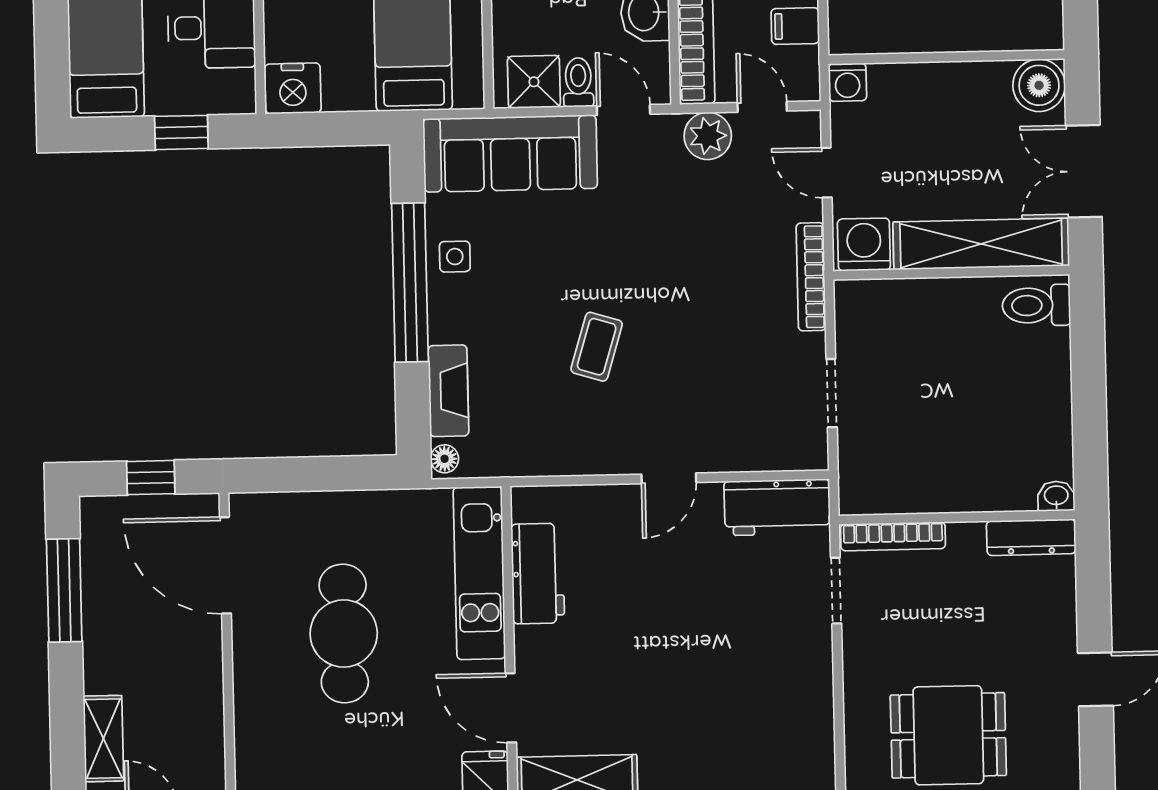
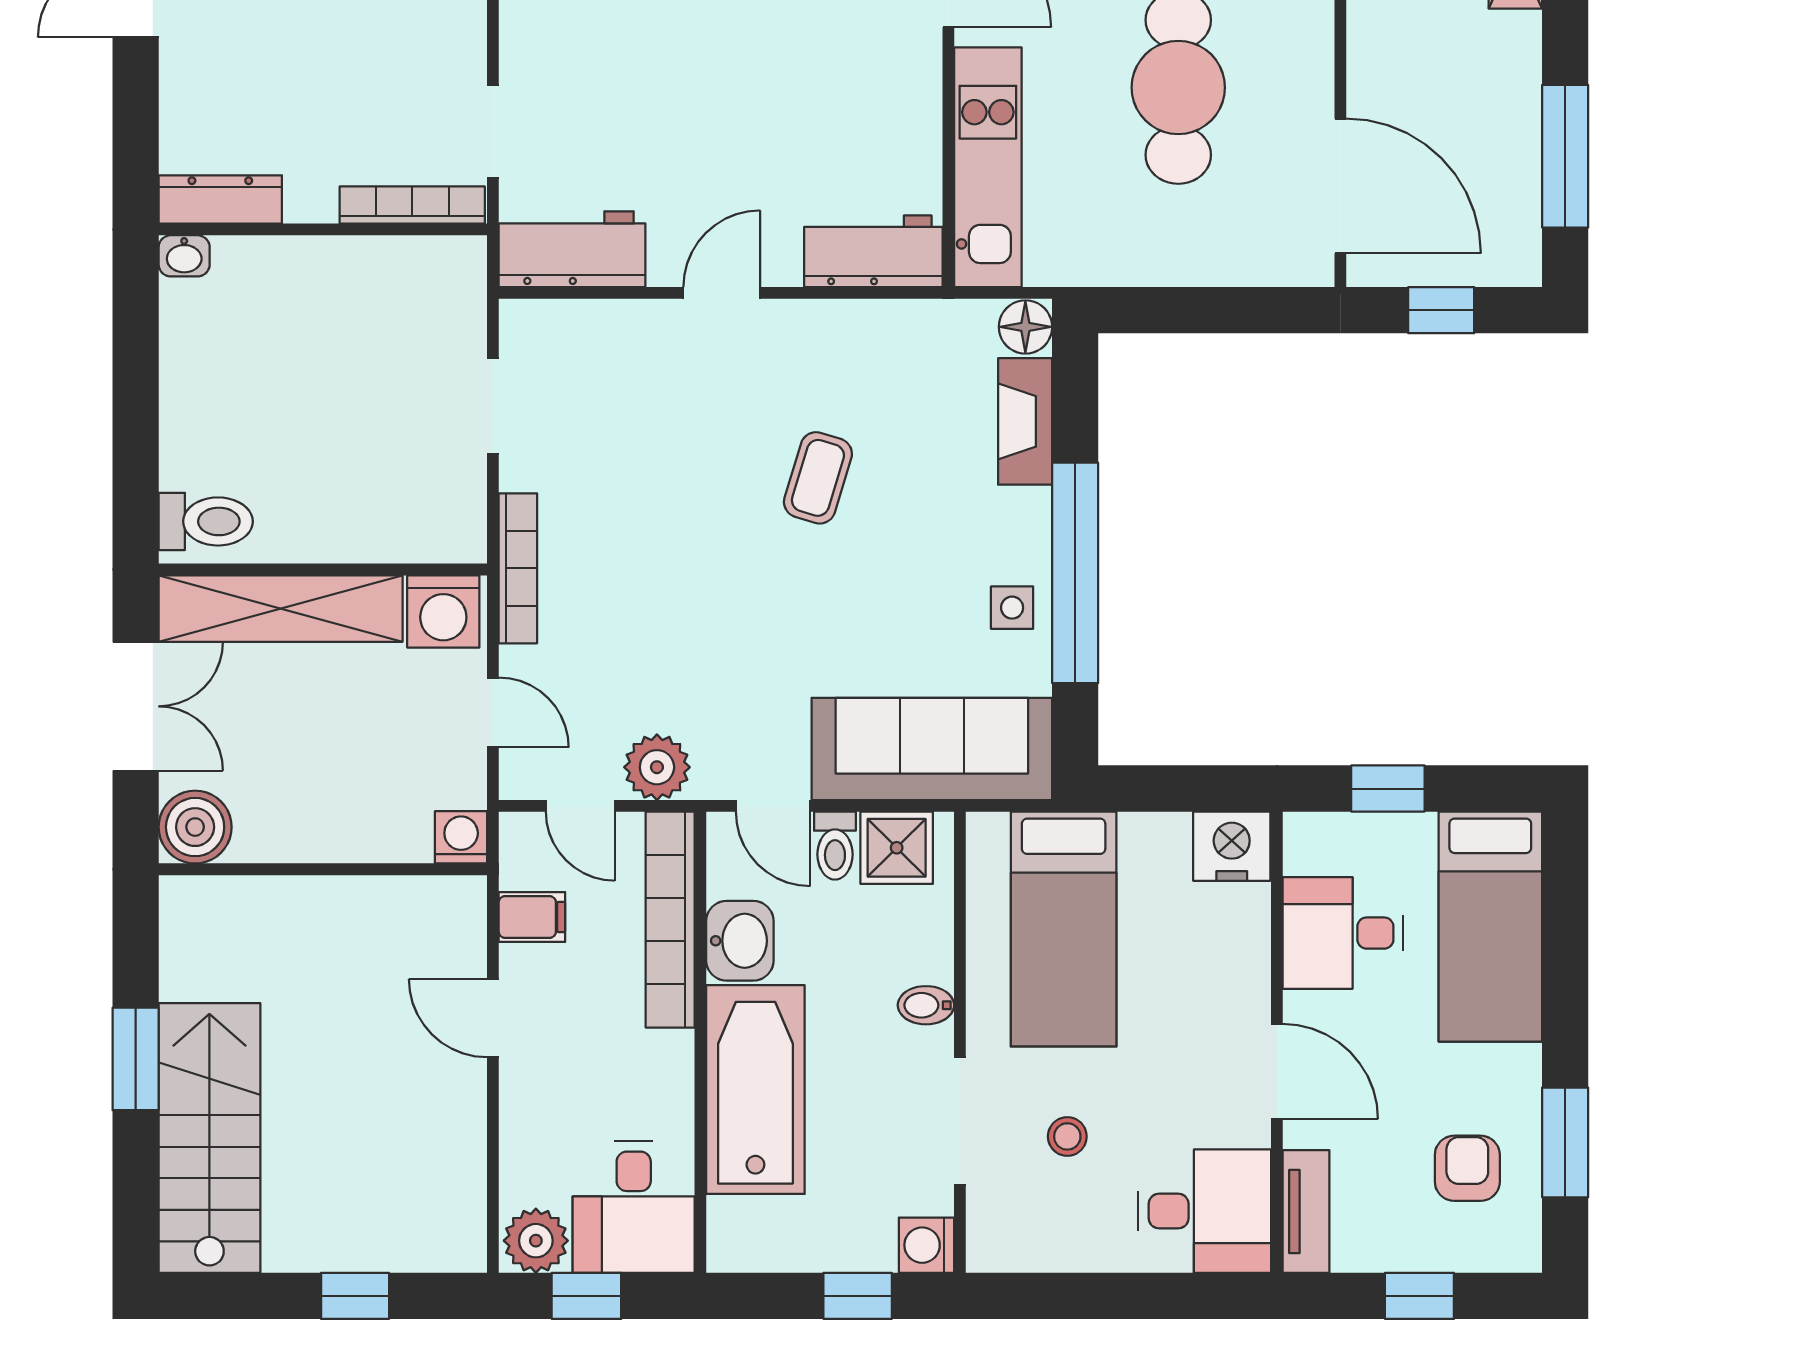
floor lamp: (445, 459) -> (1025, 327), width x1.37, depth x1.37
workbench: (538, 574) -> (873, 251), moved, turned 90

